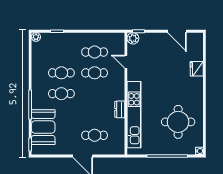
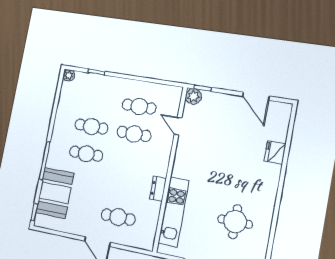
kitchen unit: (134, 115) -> (174, 212), width x0.73
round table: (178, 122) -> (235, 222), width x0.73, depth x0.73

